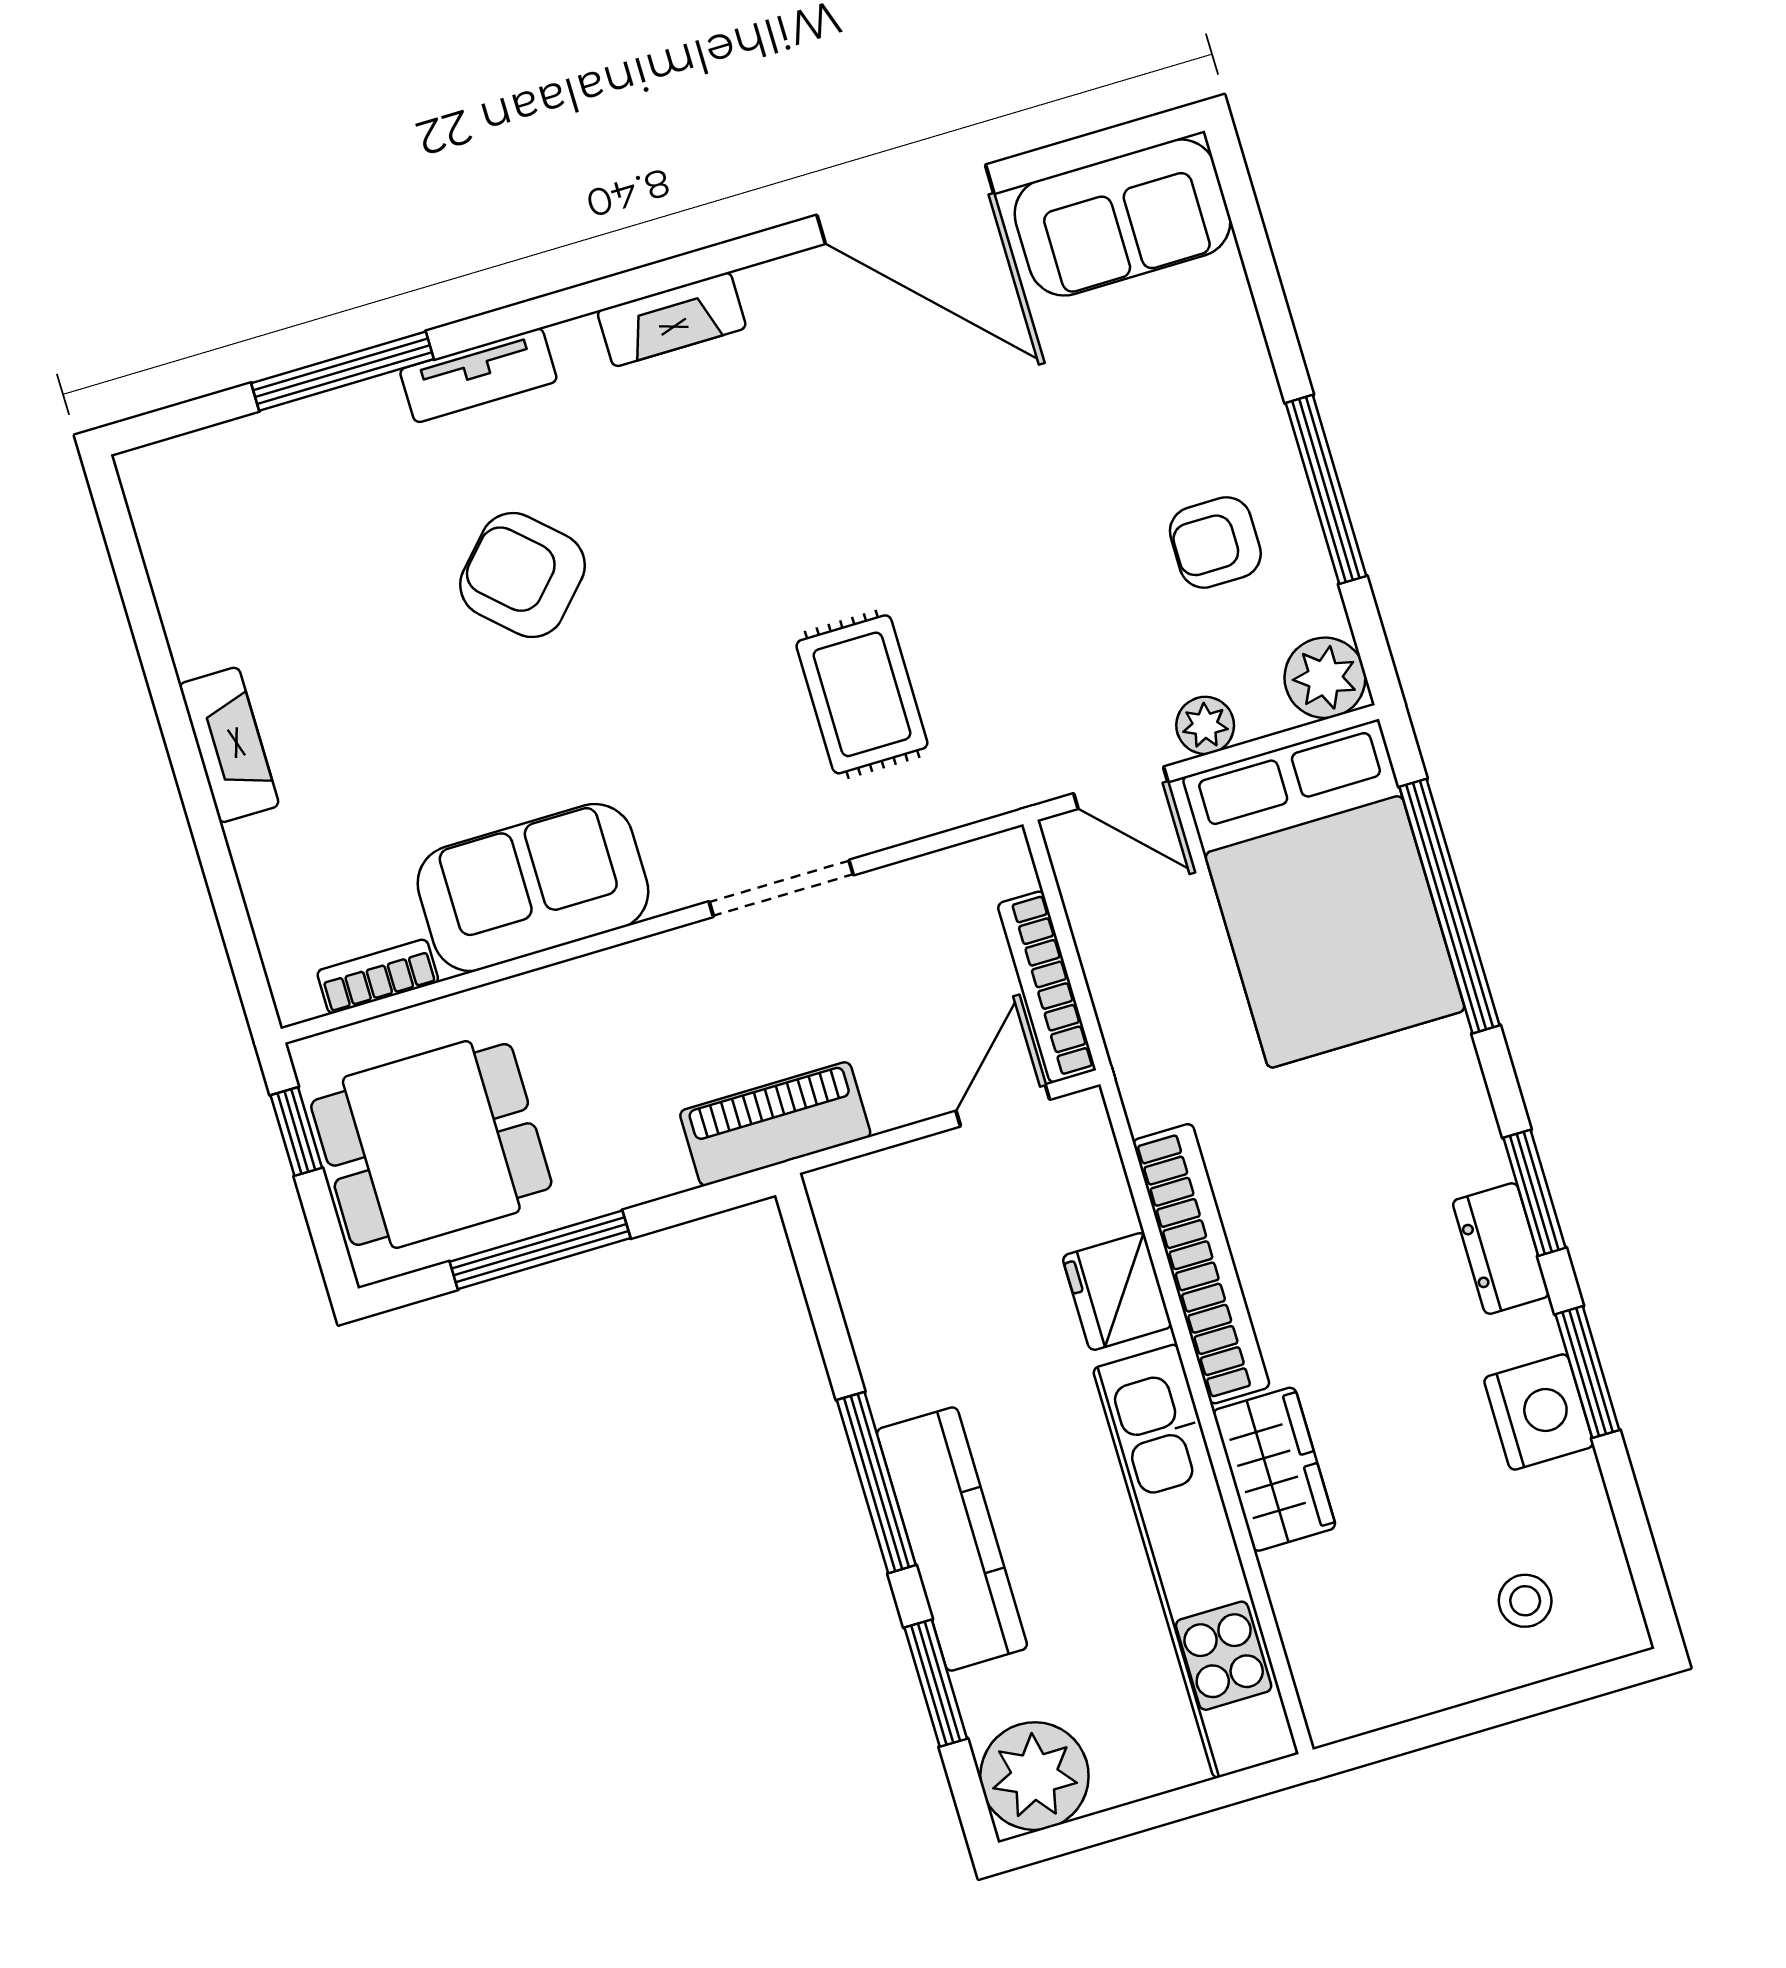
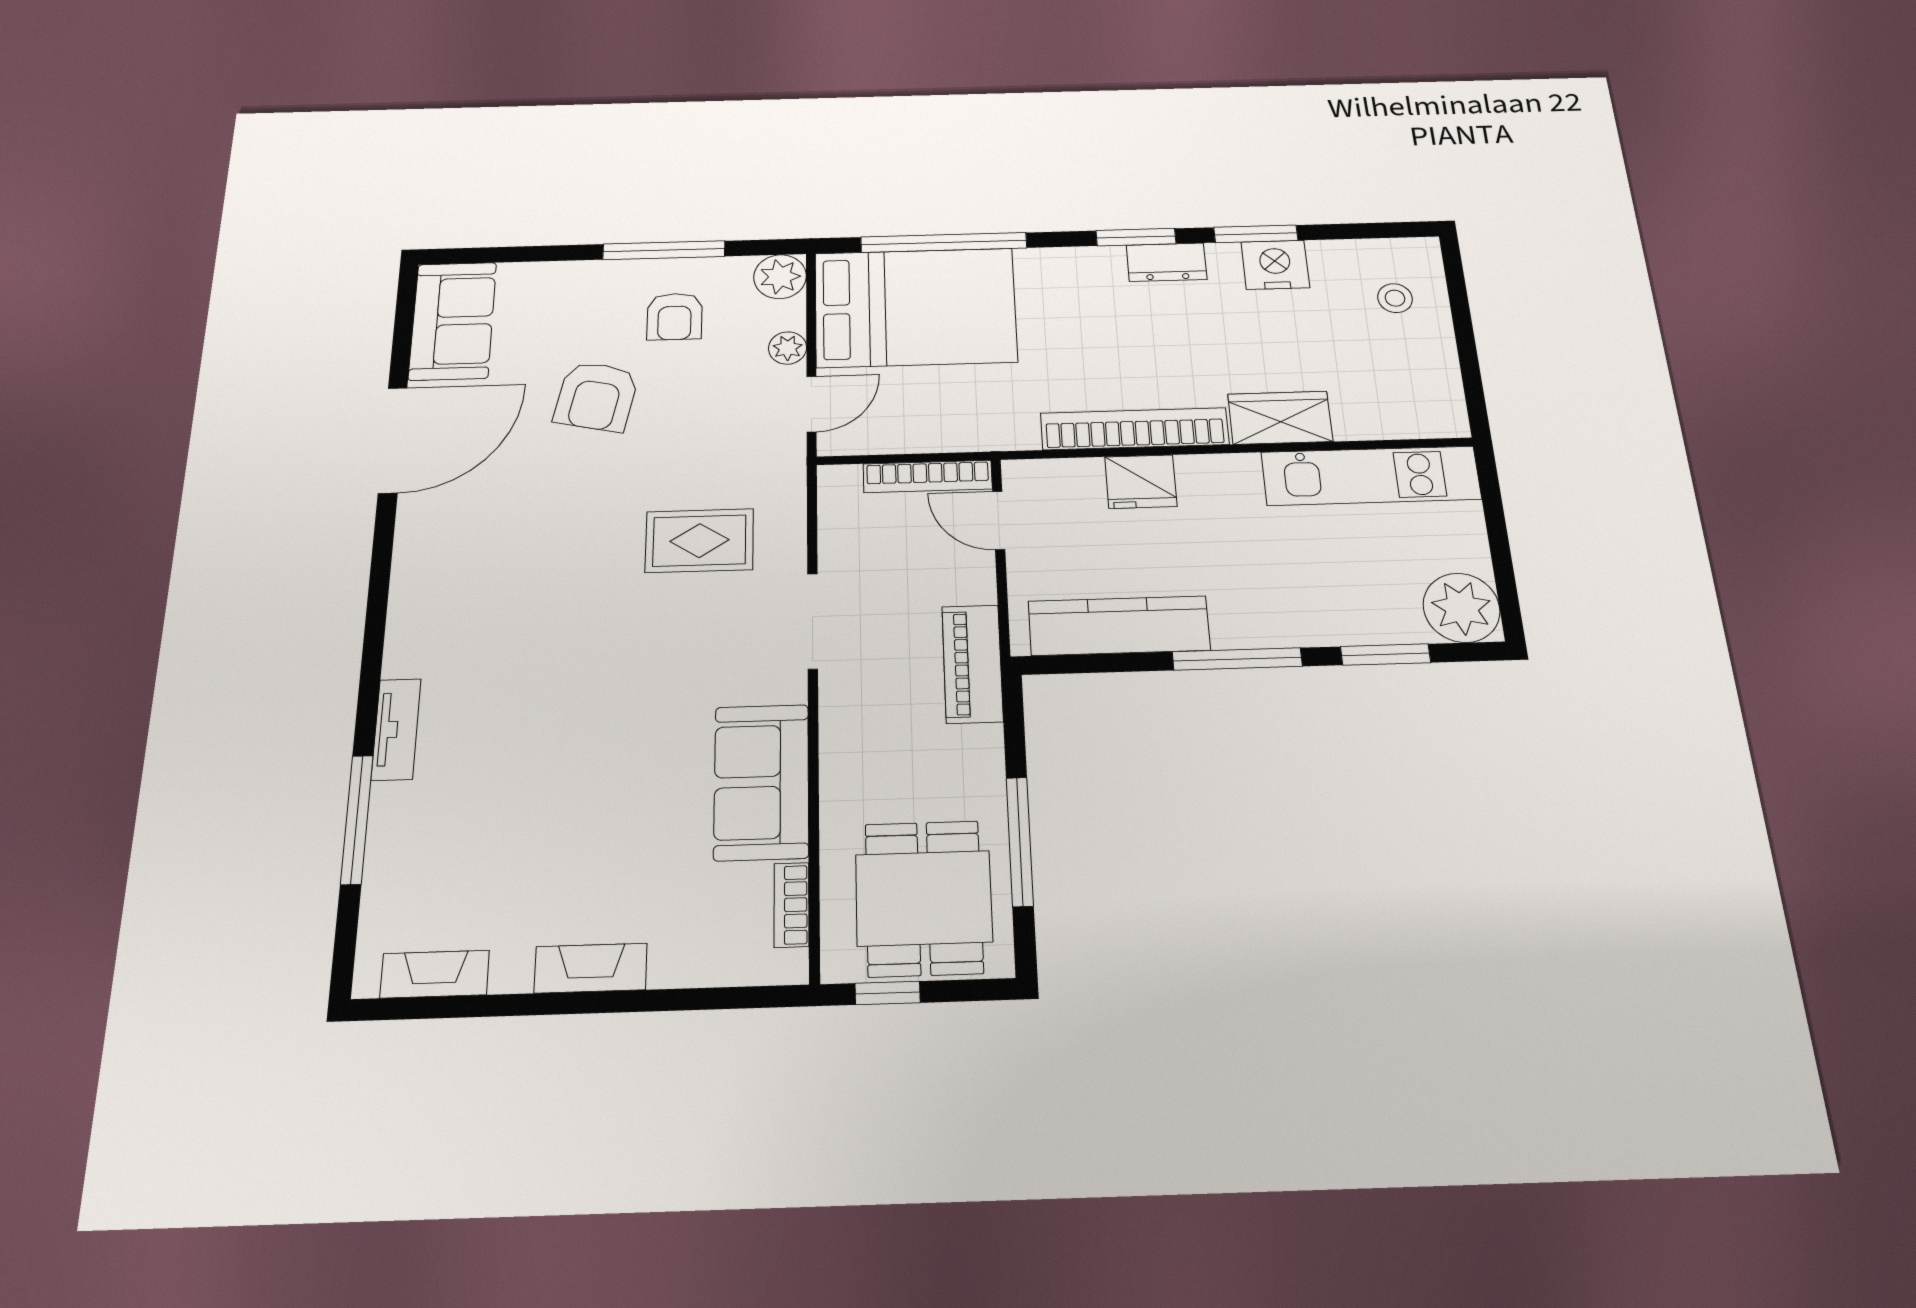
fireplace: (672, 319) -> (435, 974), moved, turned -90
armchair: (523, 575) -> (596, 396), moved, turned -31
kitchen counter: (952, 1539) -> (1119, 626), moved
kitchen unit: (1196, 1561) -> (1371, 476), width x0.73

